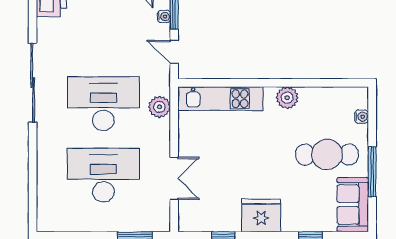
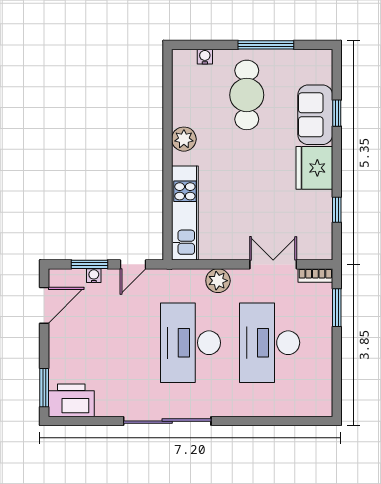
plant: (159, 107) -> (218, 281), moved
sofa: (353, 204) -> (315, 115), moved, turned 90
bookcase: (164, 216) -> (315, 275), added

